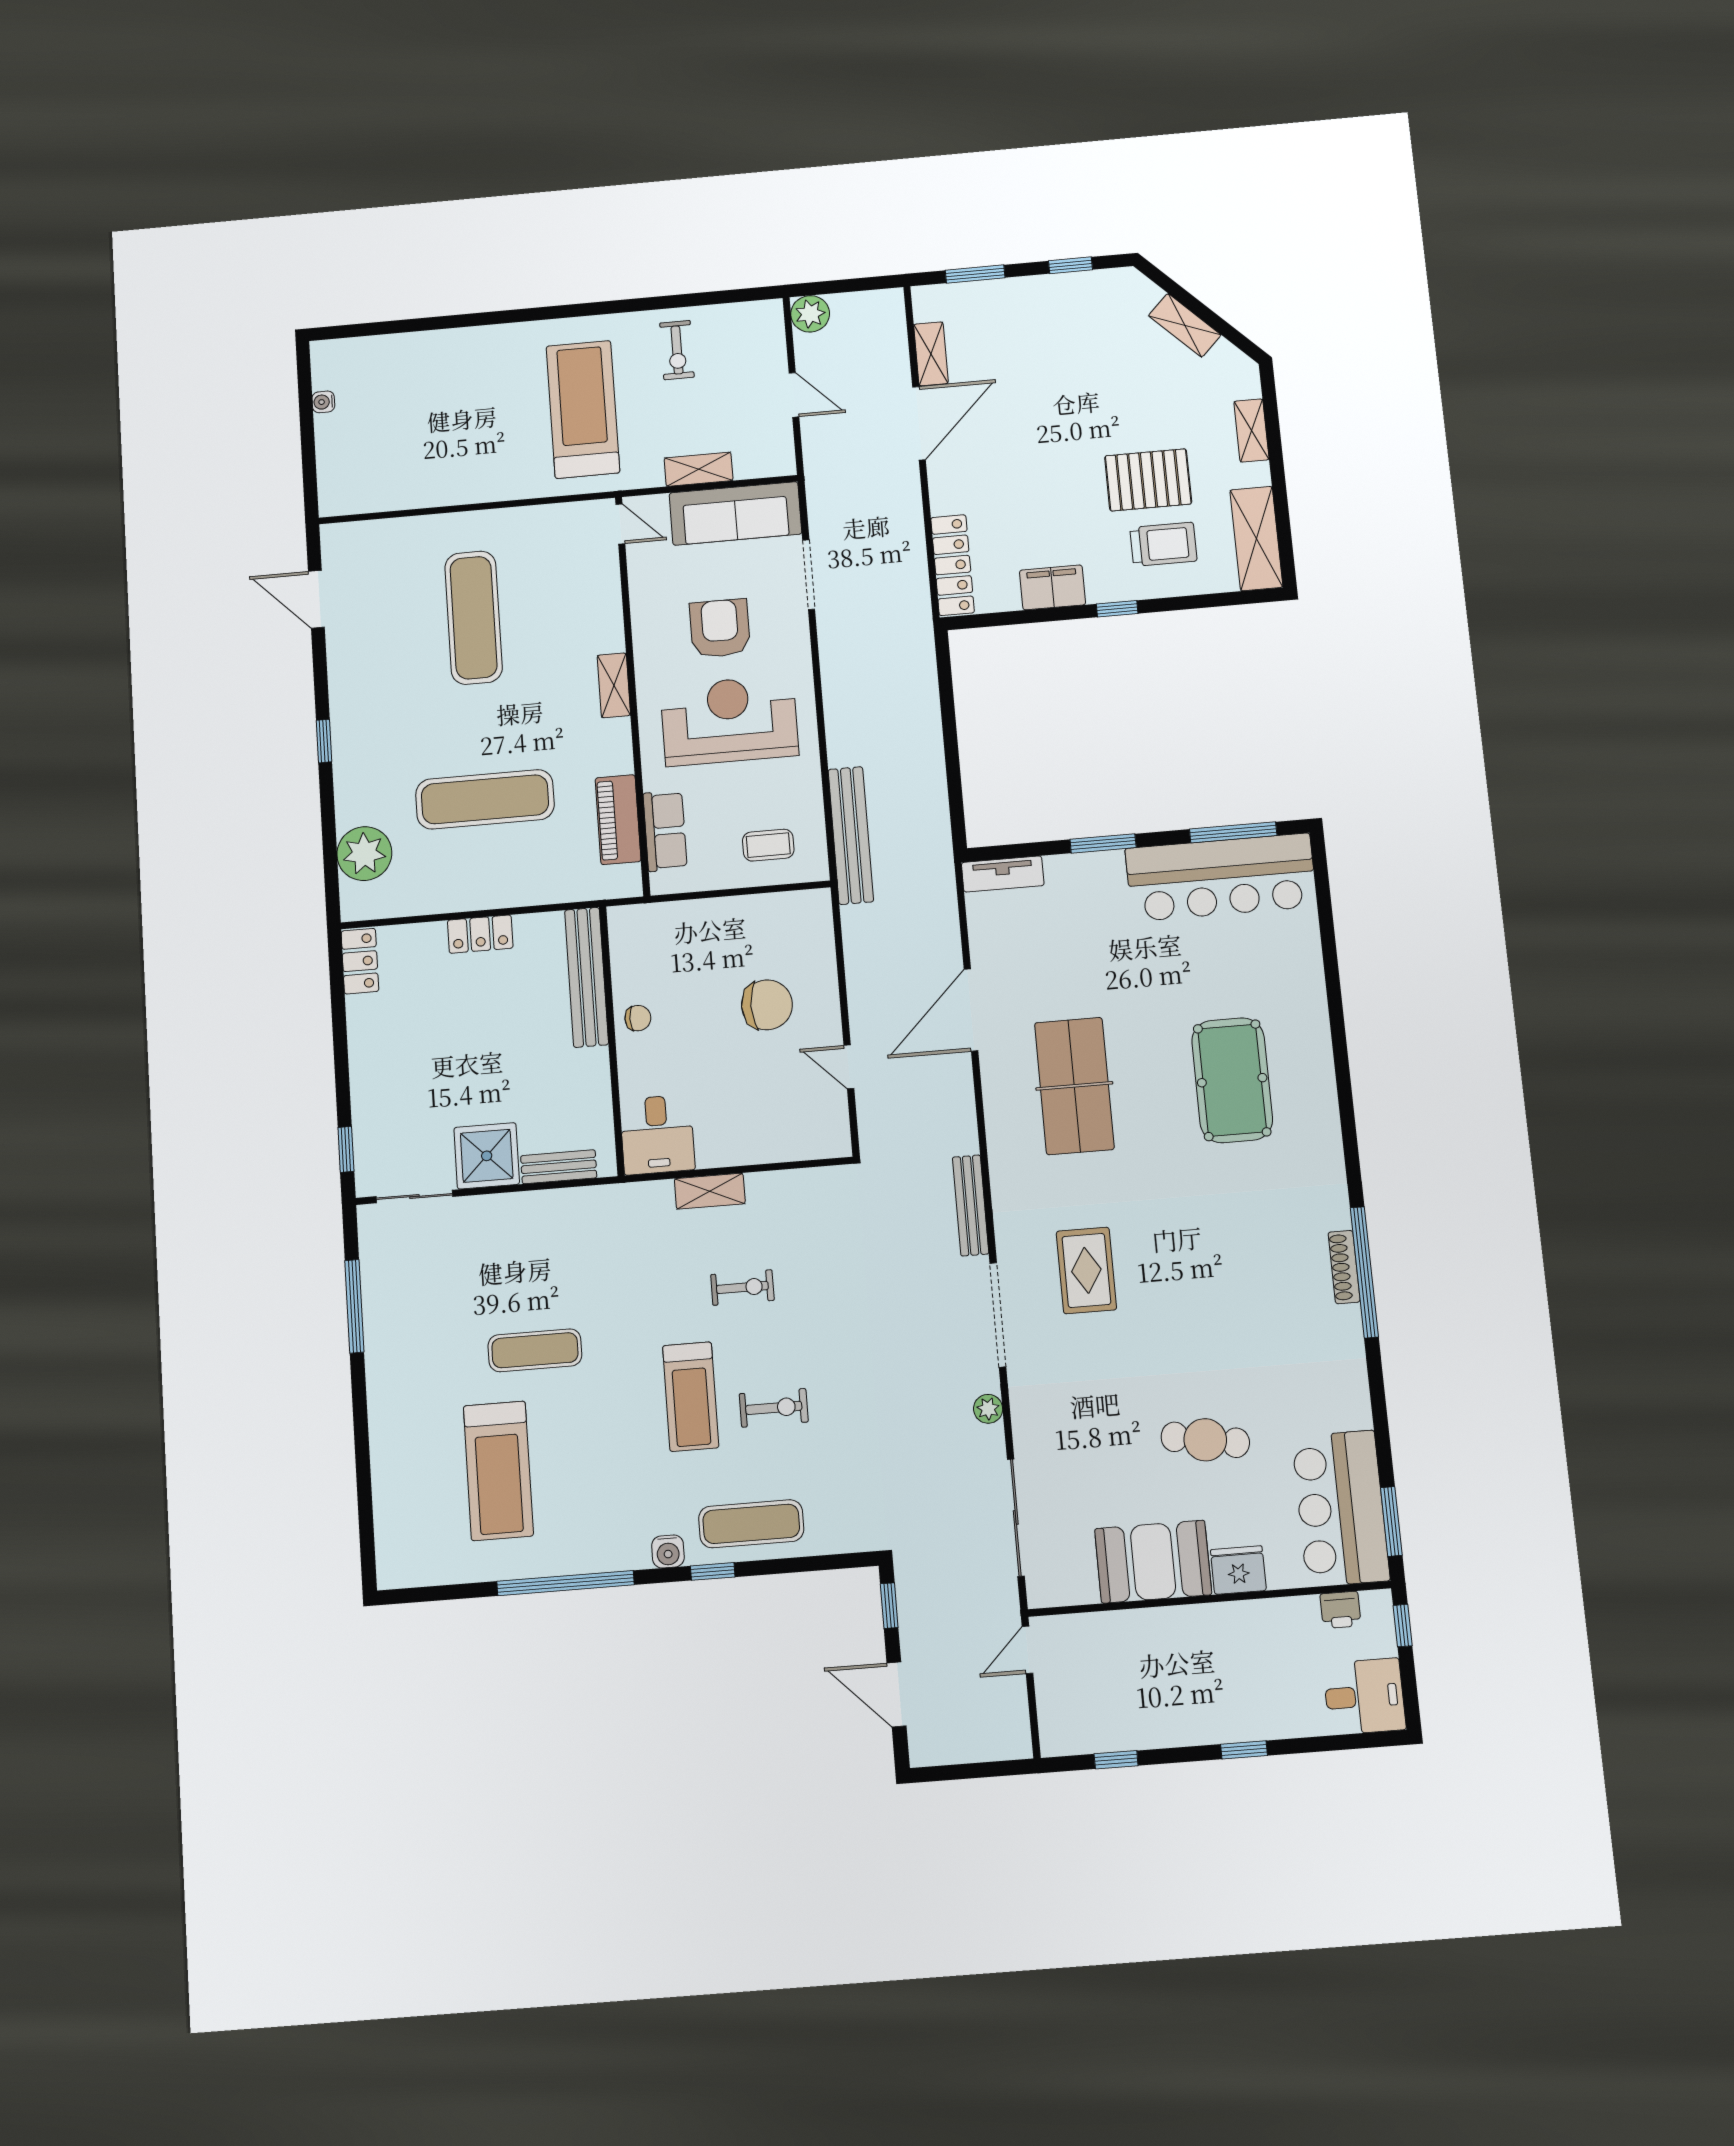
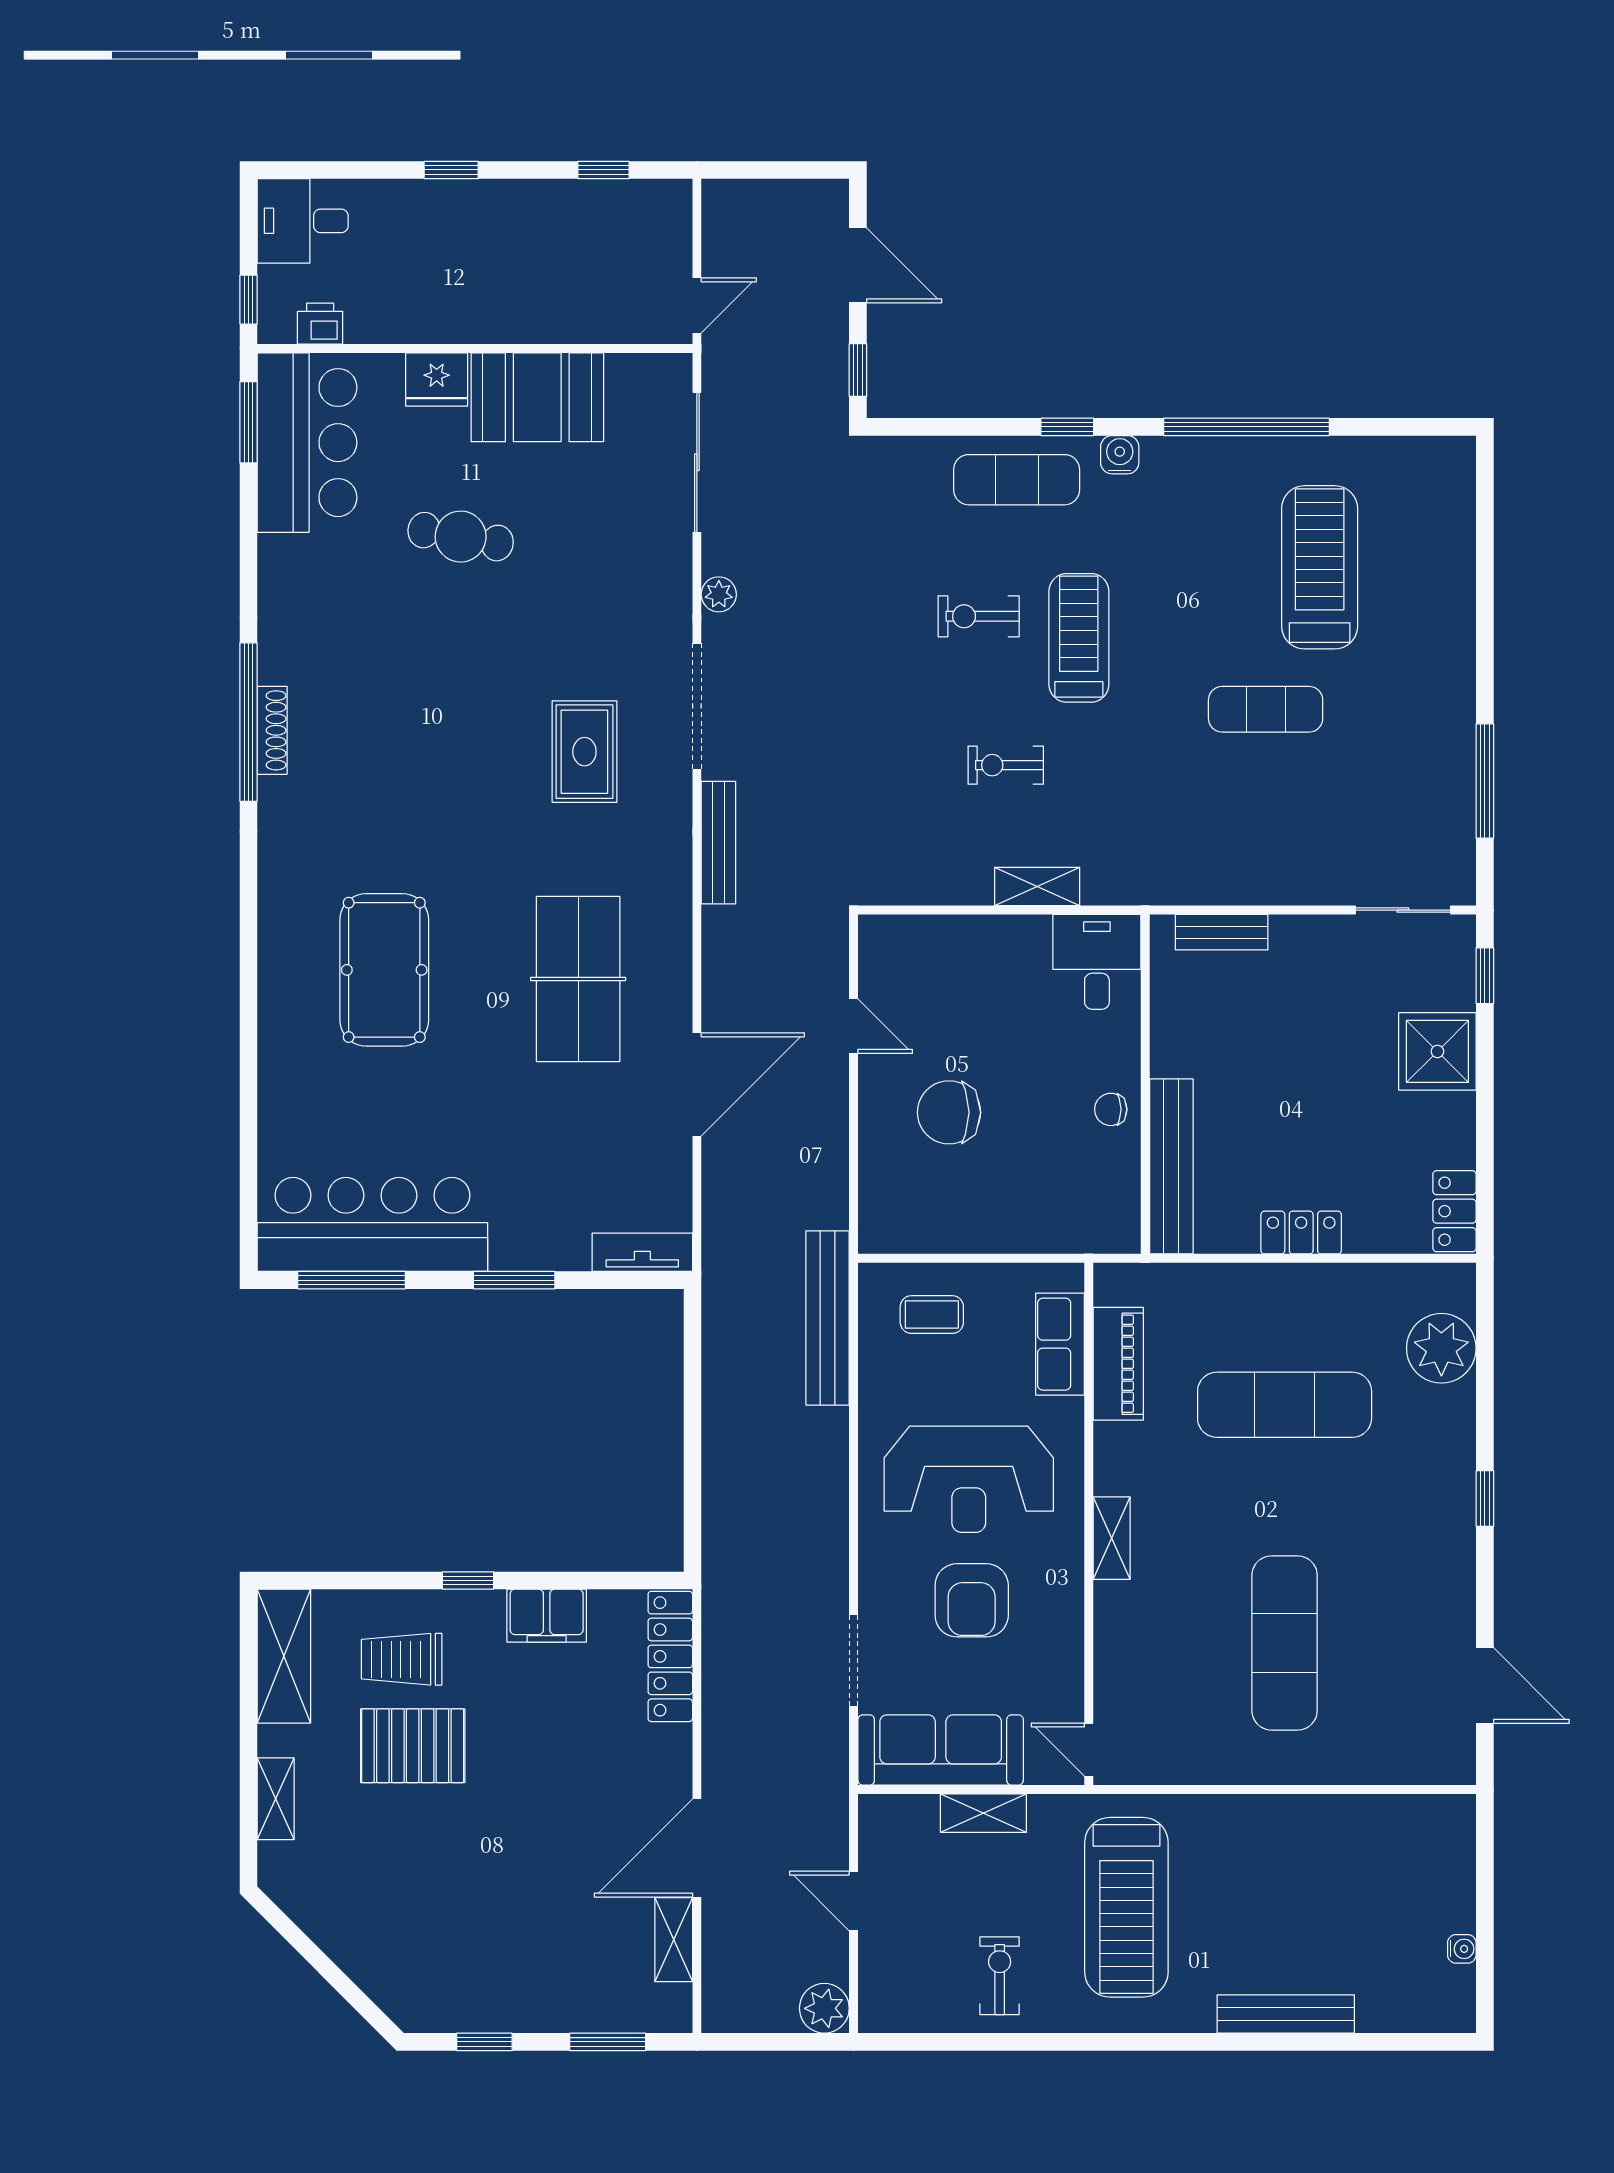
shelving: (1185, 325) -> (346, 1947), removed
bench: (455, 342) -> (1286, 2014), added
shower: (487, 1156) -> (1437, 1051), moved

